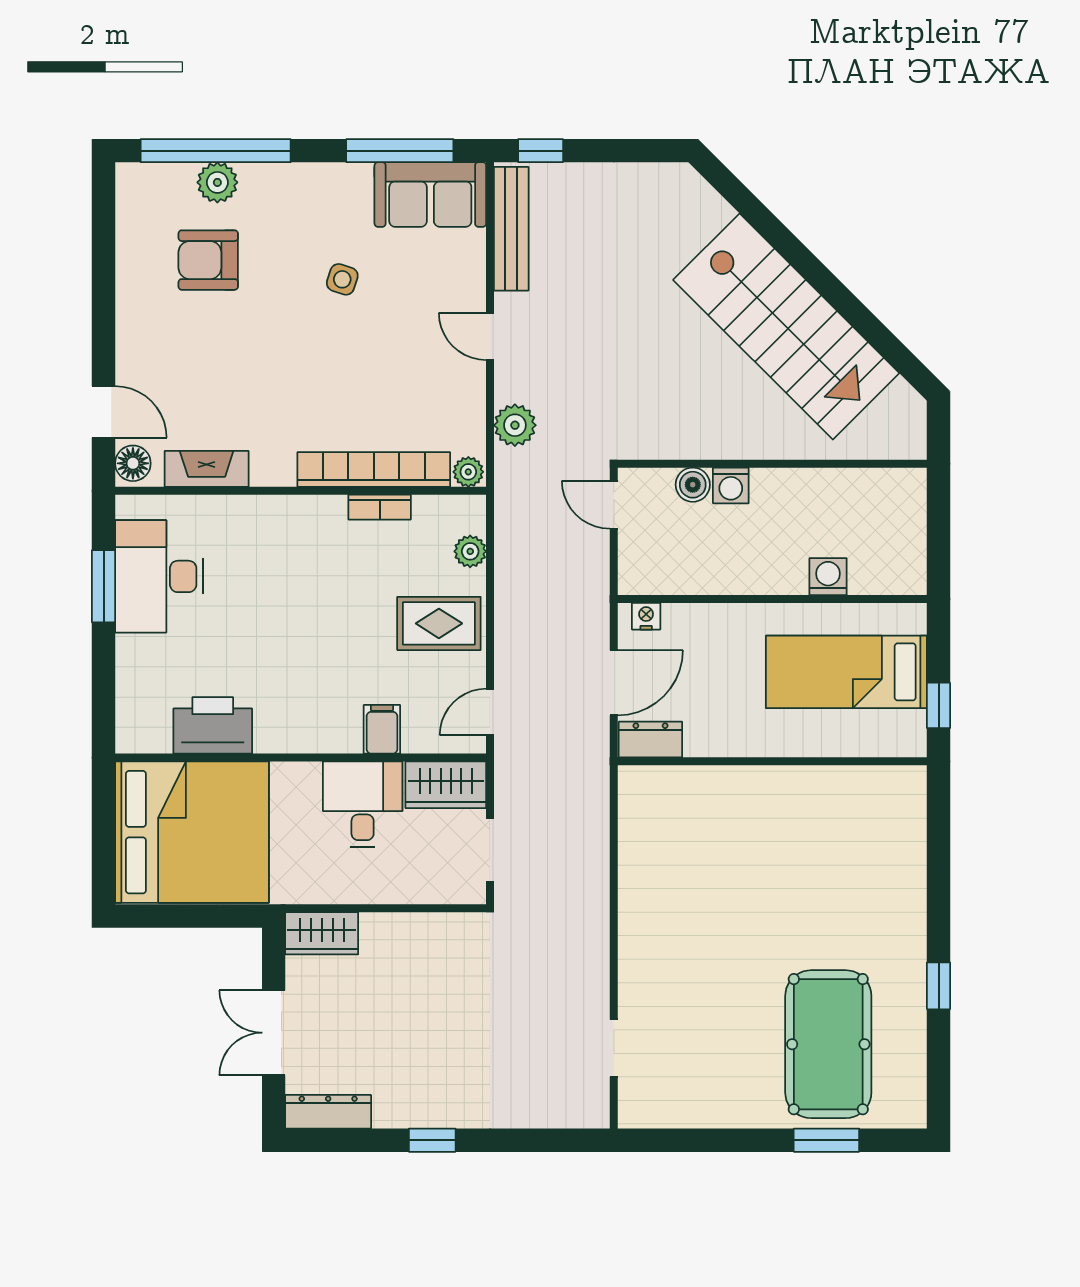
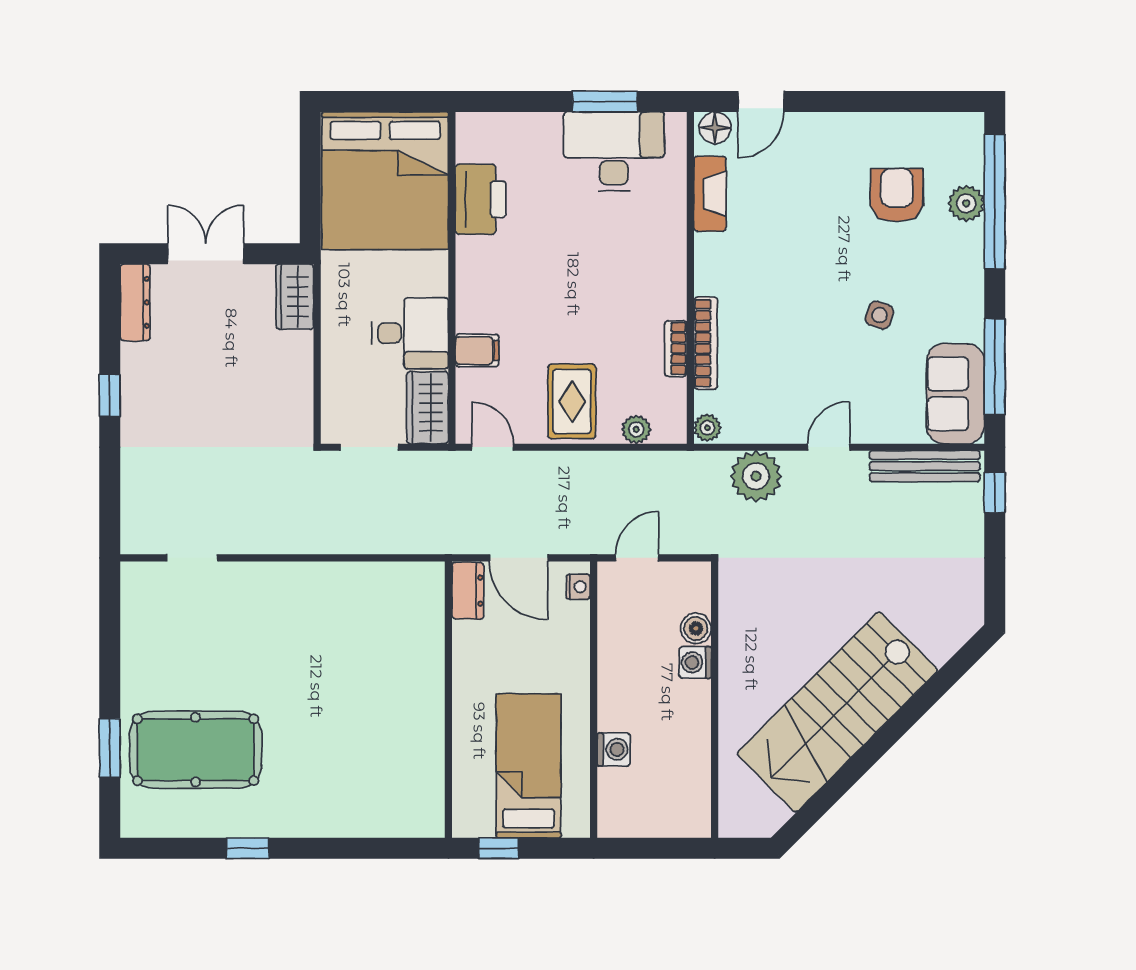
plant: (515, 425) -> (756, 476), width x1.36, depth x1.36
bookcase: (374, 470) -> (706, 343), width x0.68, depth x0.76
door: (614, 505) -> (637, 558), moved

